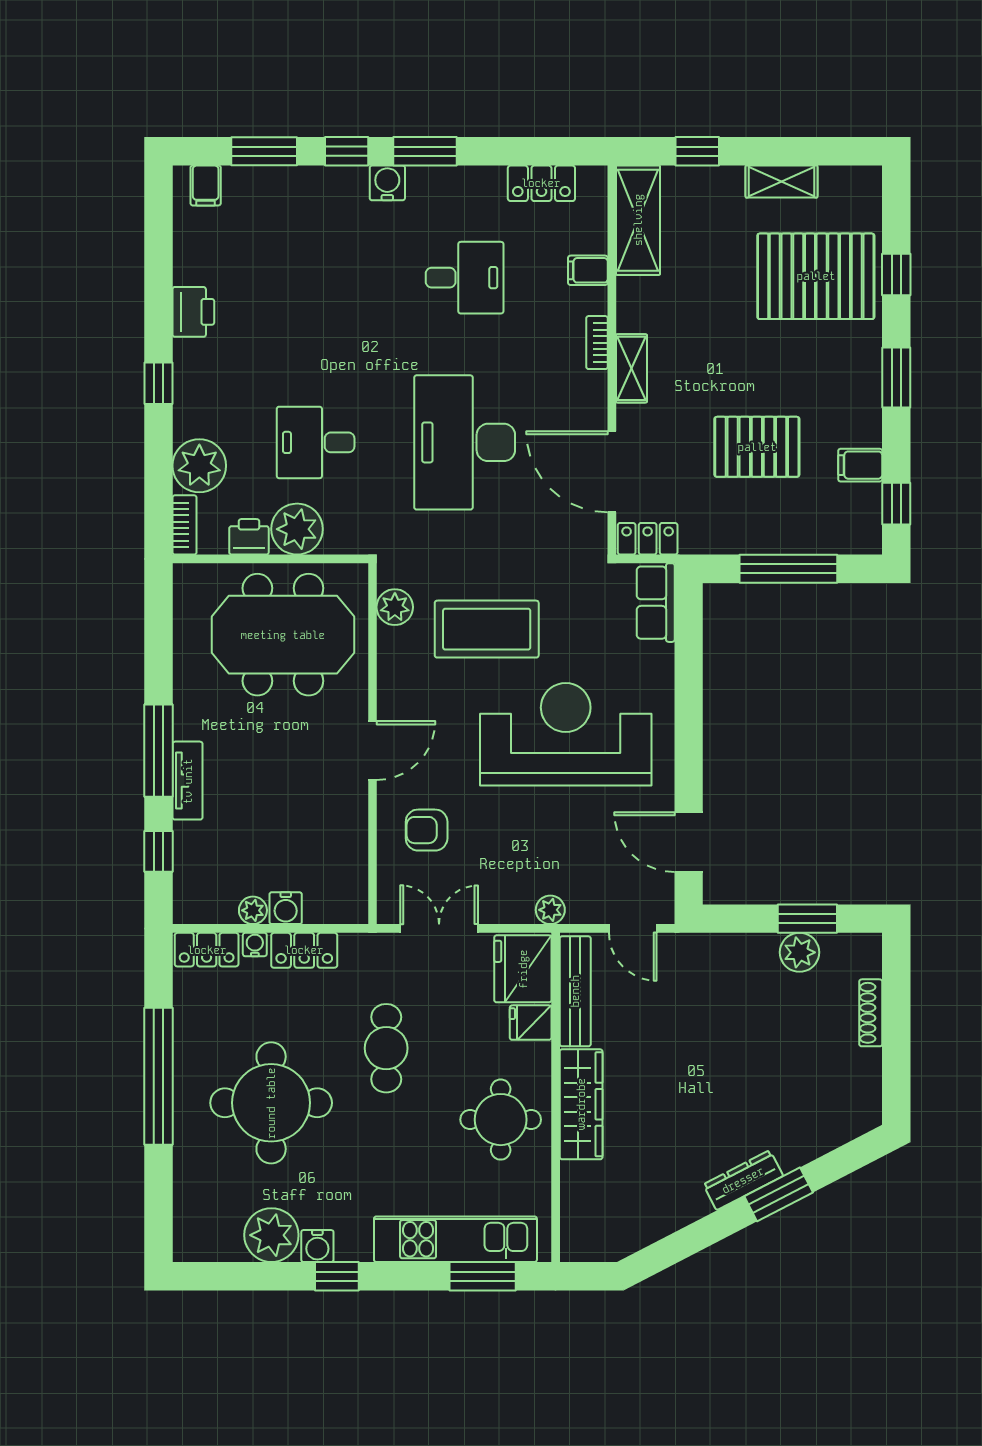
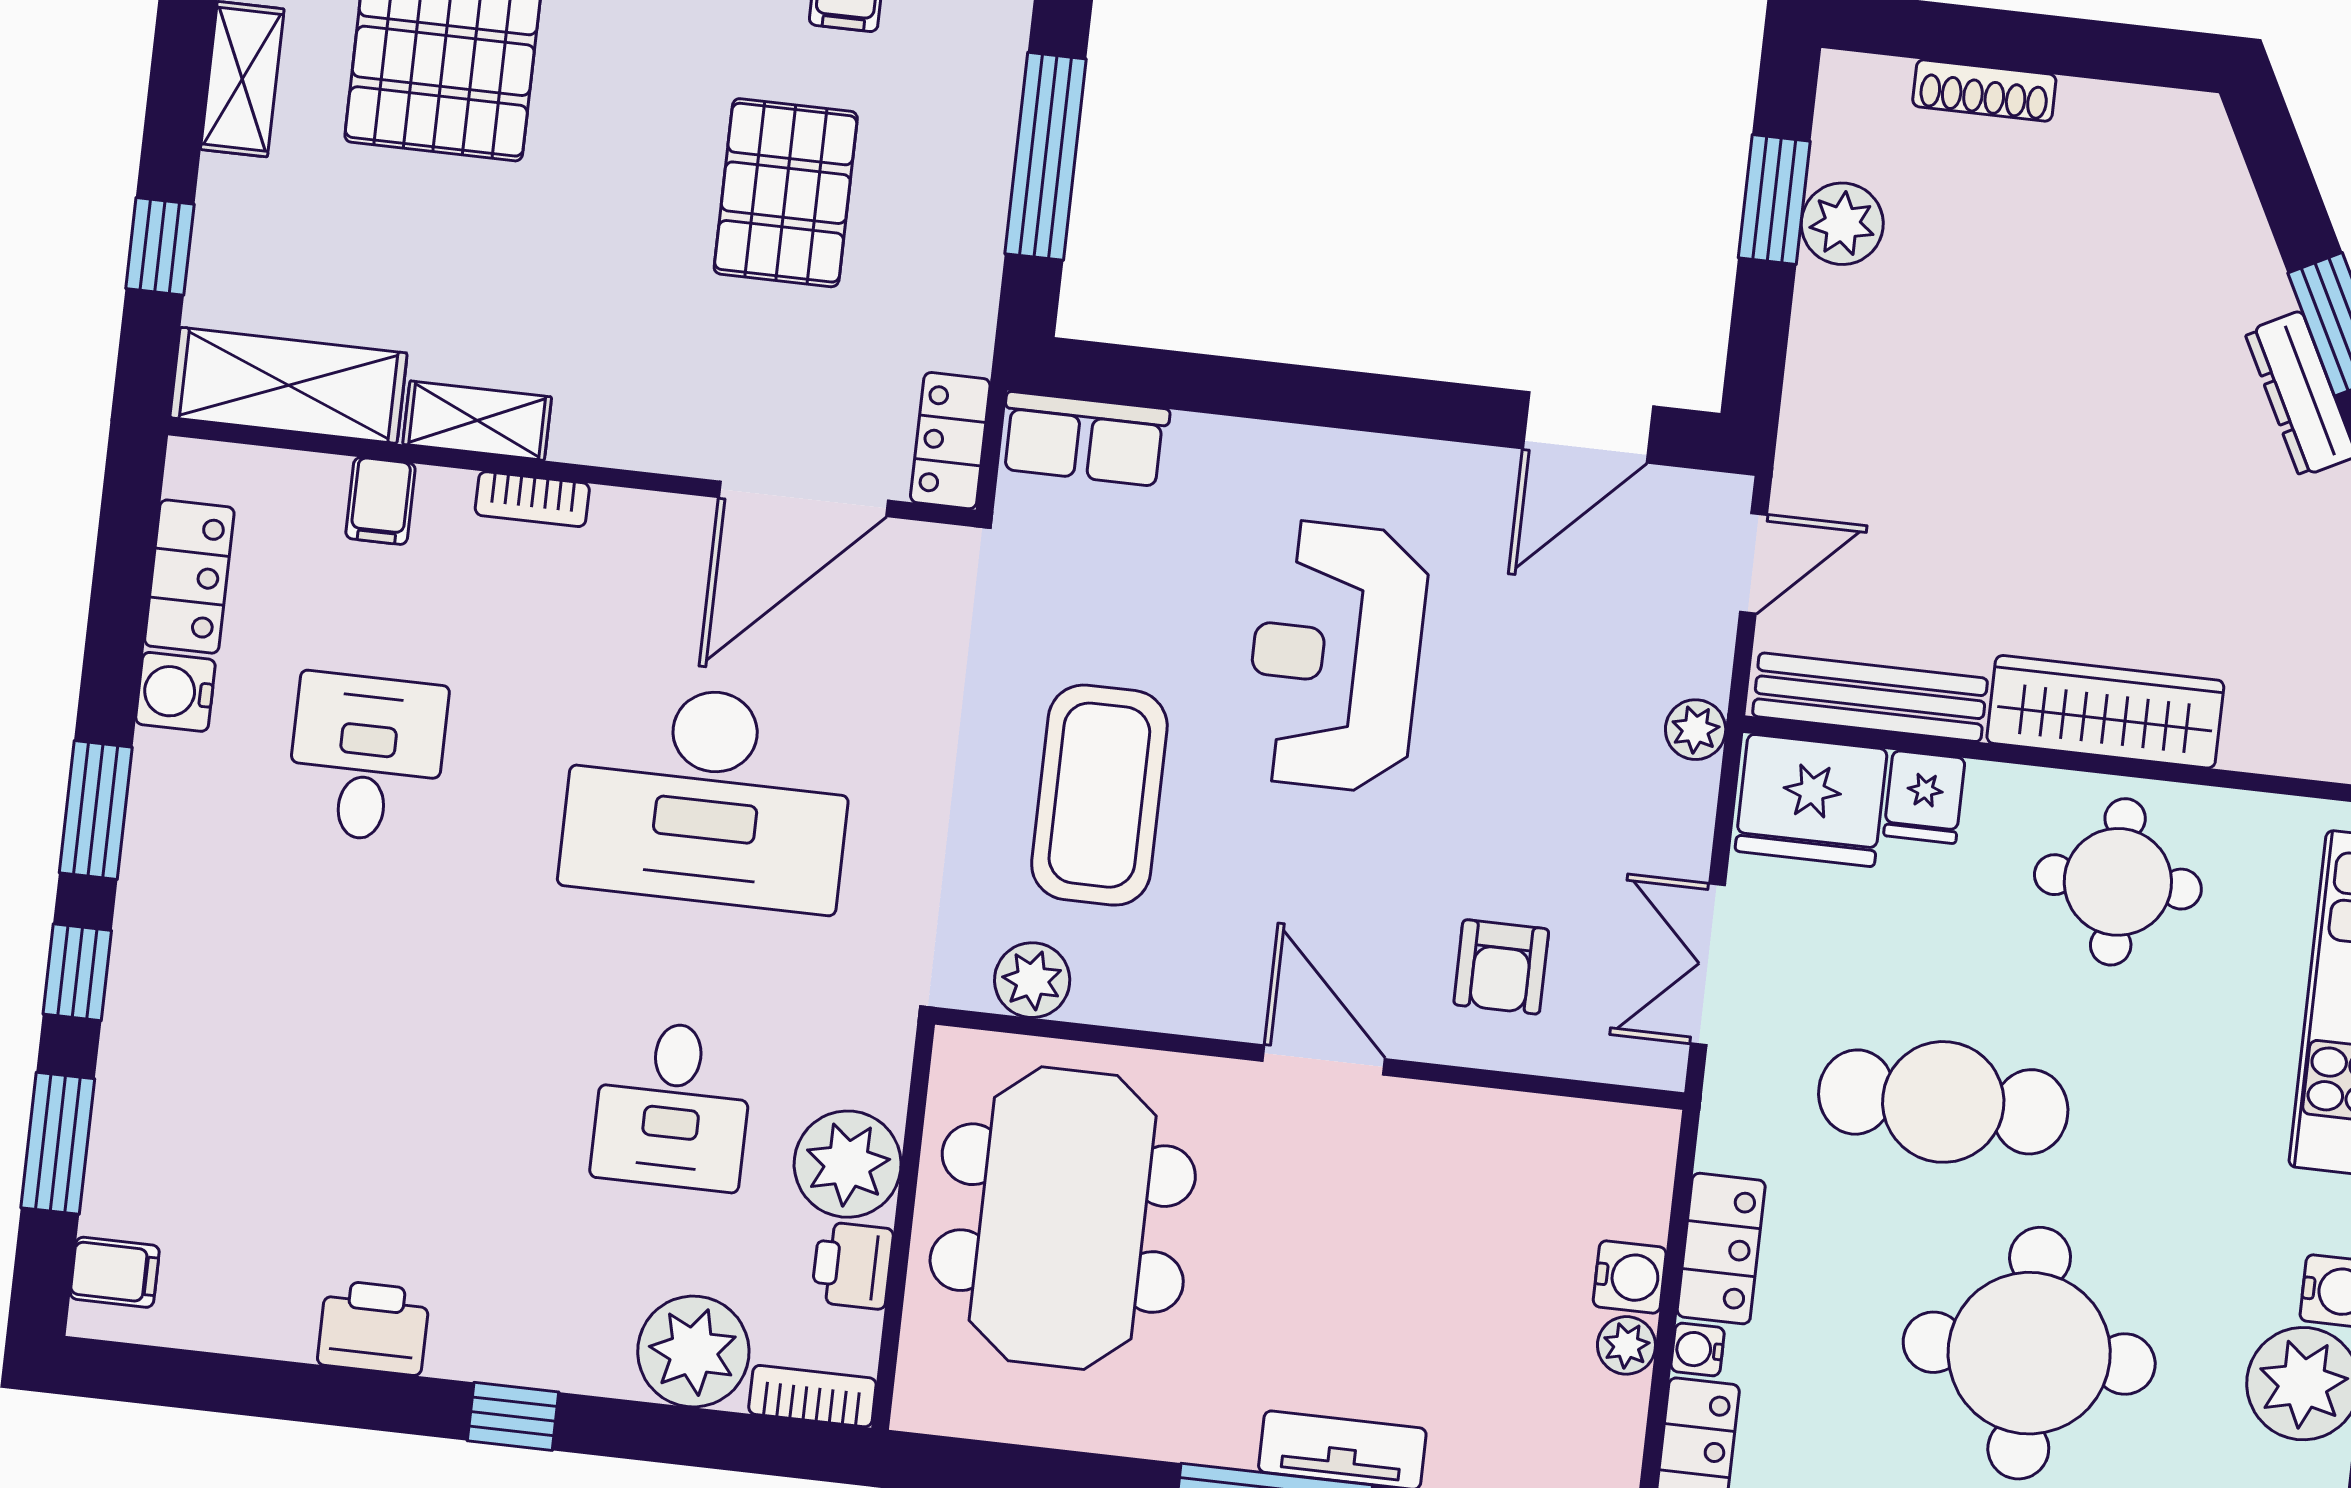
water cooler: (387, 183) -> (175, 692), moved
shelving: (631, 368) -> (477, 421), moved
reception desk: (566, 734) -> (1336, 656), width x0.74, depth x0.77
cafe table: (386, 1048) -> (1943, 1102), width x1.37, depth x1.35

